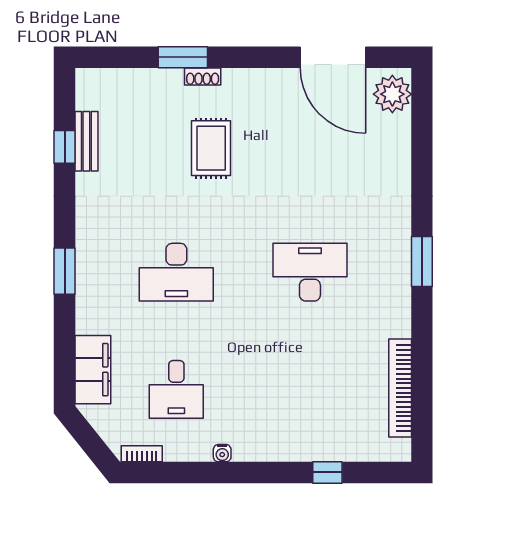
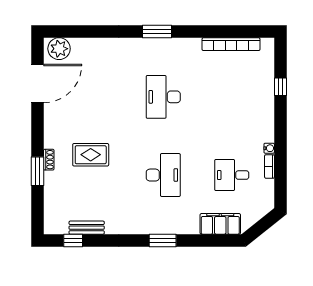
window: (65, 147) -> (73, 240), moved
desk: (176, 389) -> (232, 175), turned 180
bookcase: (142, 454) -> (269, 166), moved

